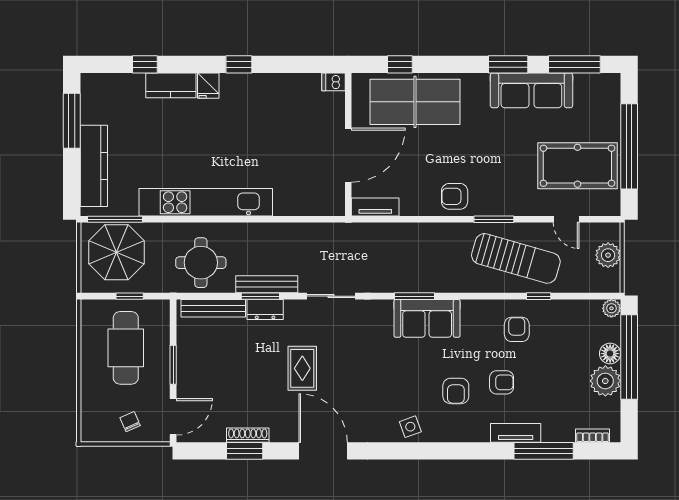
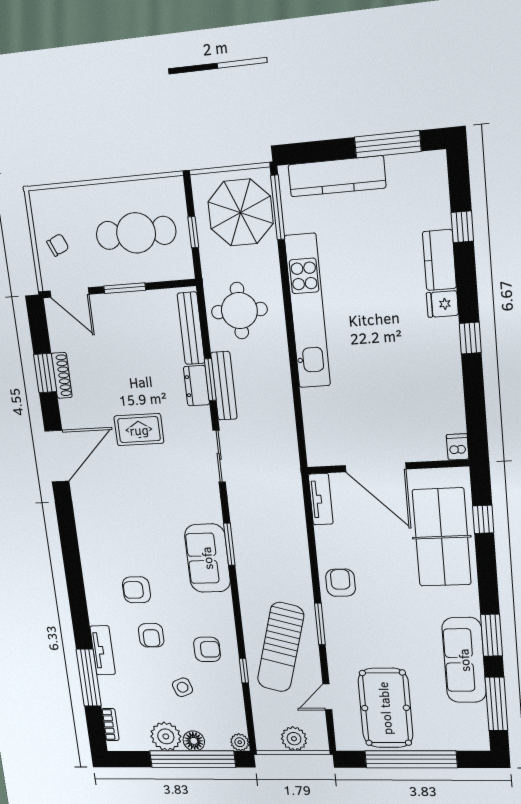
side table: (410, 427) -> (183, 687), moved

